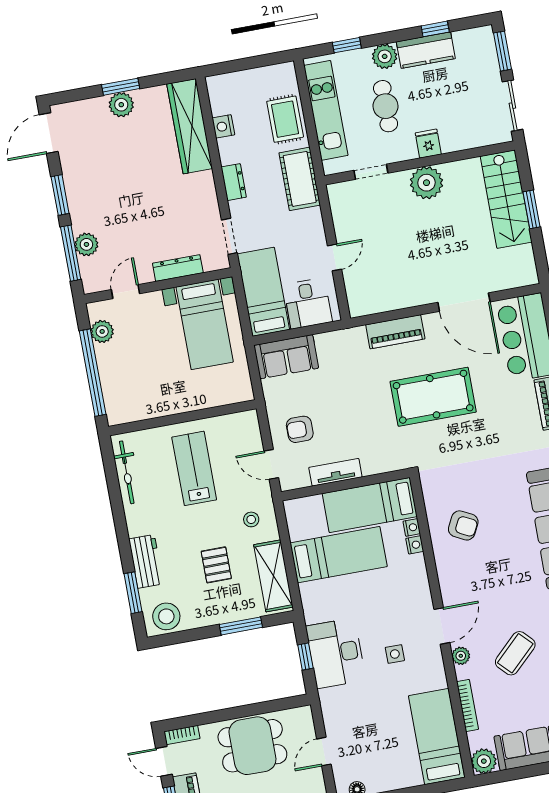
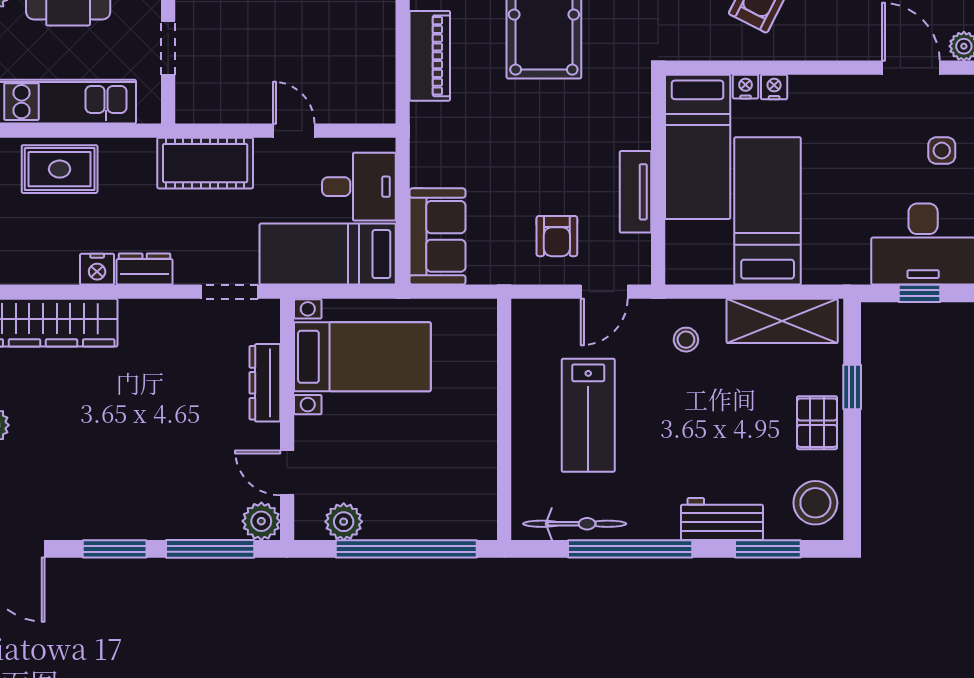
nightstand: (223, 126) -> (97, 269), moved
cot: (300, 179) -> (205, 163), moved
plant: (86, 244) -> (261, 521), moved
lab bench: (194, 468) -> (588, 415), turned -90
window: (118, 509) -> (630, 549), added
pallet: (216, 565) -> (817, 423), moved, turned 90
window: (241, 626) -> (852, 387), width x0.67

